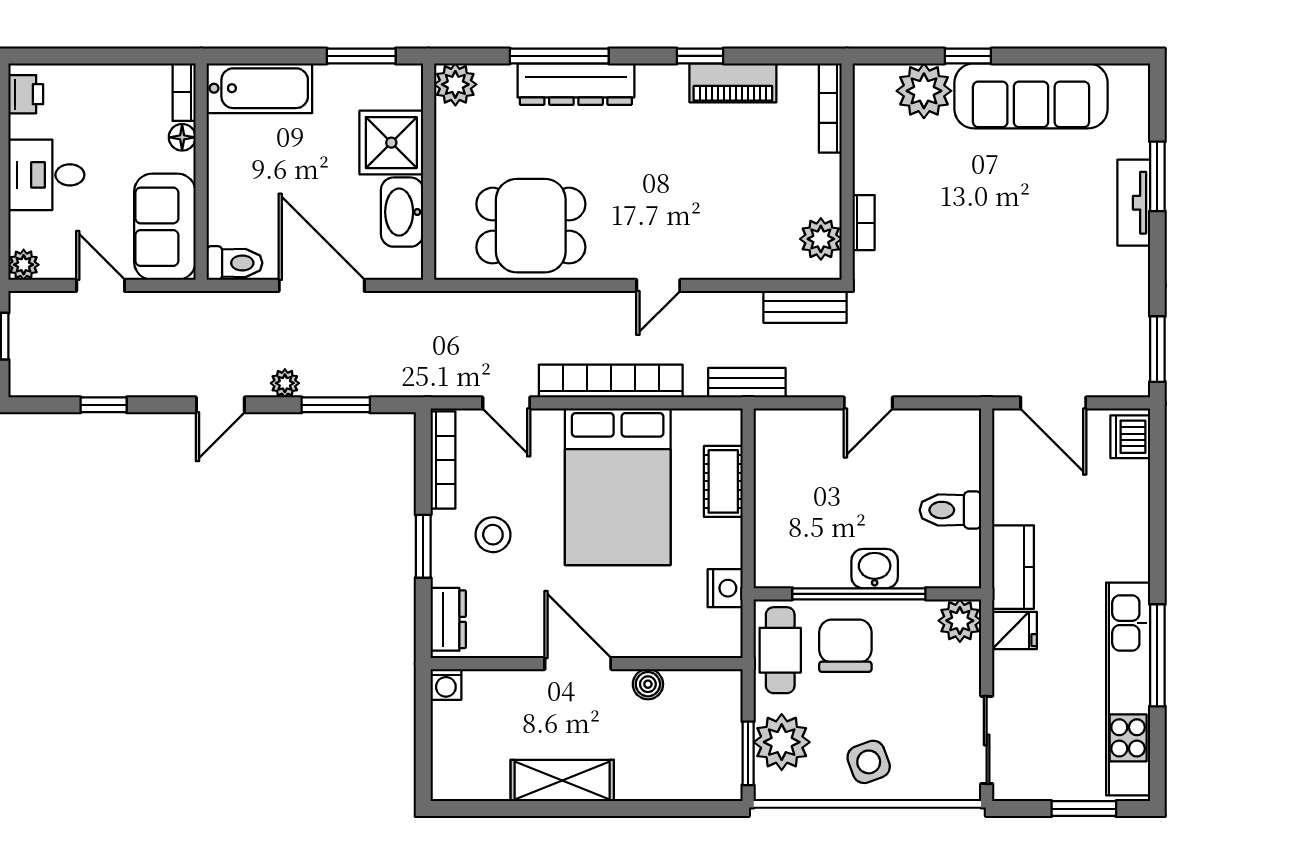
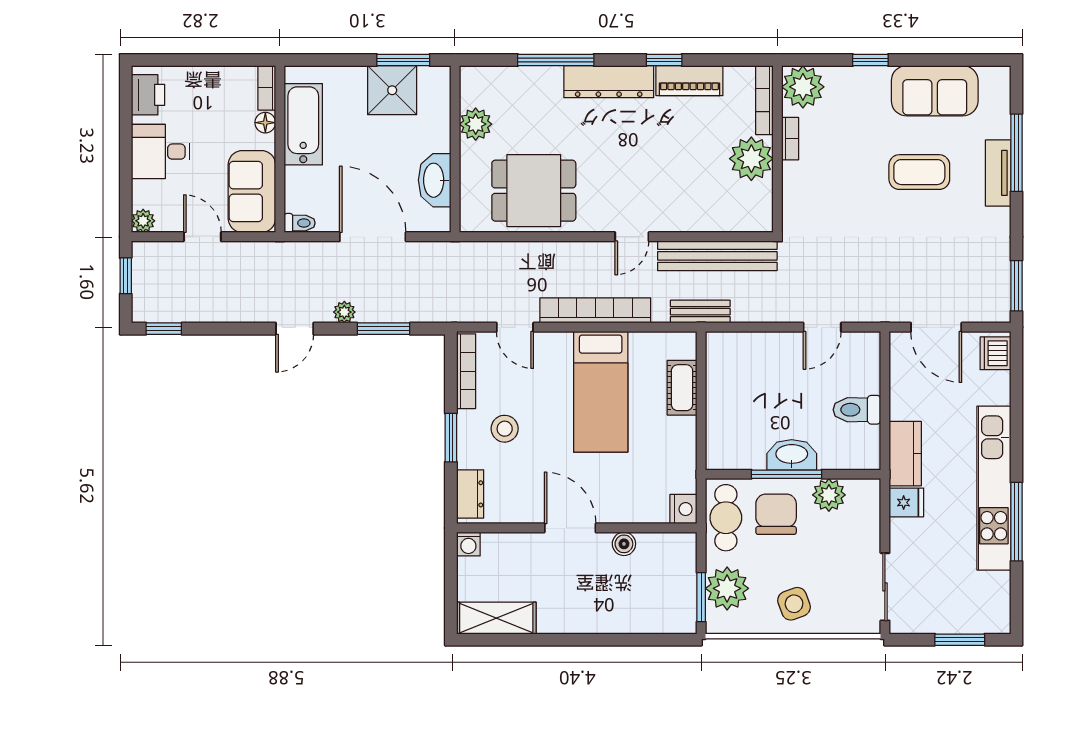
plant: (455, 84) -> (476, 124), moved
dresser: (576, 84) -> (609, 82), moved
bathtub: (259, 88) -> (303, 124), moved, turned -90
plant: (924, 91) -> (803, 87), moved
printer: (26, 94) -> (148, 95), width x1.36, depth x1.24
sofa: (1031, 96) -> (935, 91), width x0.73
shower: (391, 143) -> (392, 90), moved
window: (1157, 176) -> (1016, 153), width x1.44
coffee table: (1031, 201) -> (919, 172), added
bookcase: (864, 223) -> (790, 139), moved
plant: (821, 239) -> (751, 159), moved, width x1.36, depth x1.36
toilet: (234, 263) -> (300, 223), width x0.73, depth x0.72
bench: (805, 307) -> (717, 256), width x1.86, depth x1.21
door: (868, 403) -> (822, 327), moved
window: (104, 405) -> (164, 329), moved
bed: (618, 487) -> (601, 392), width x0.67
washbasin: (875, 569) -> (792, 455), width x1.38
nightstand: (725, 588) -> (683, 509), moved
window: (859, 594) -> (786, 474), width x0.68
plant: (960, 621) -> (829, 495), moved
kitchen unit: (1128, 689) -> (994, 488), moved
shelving: (562, 781) -> (496, 618), moved

